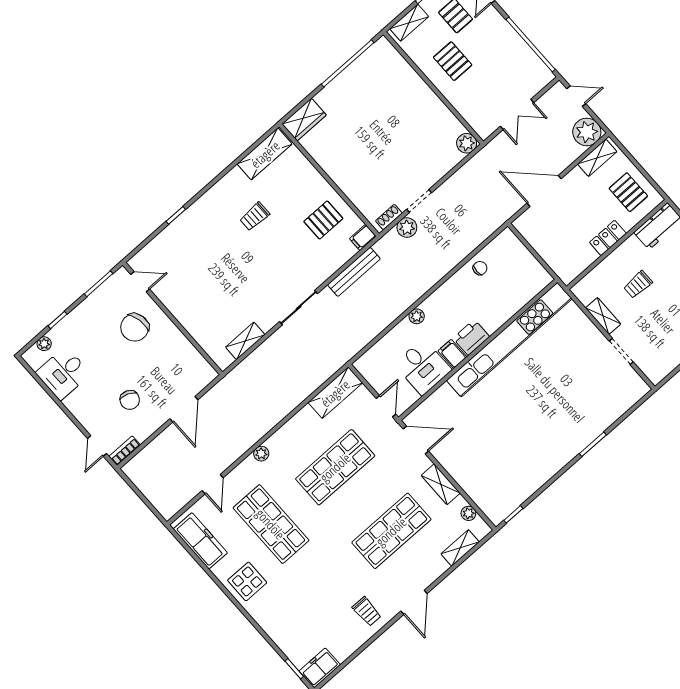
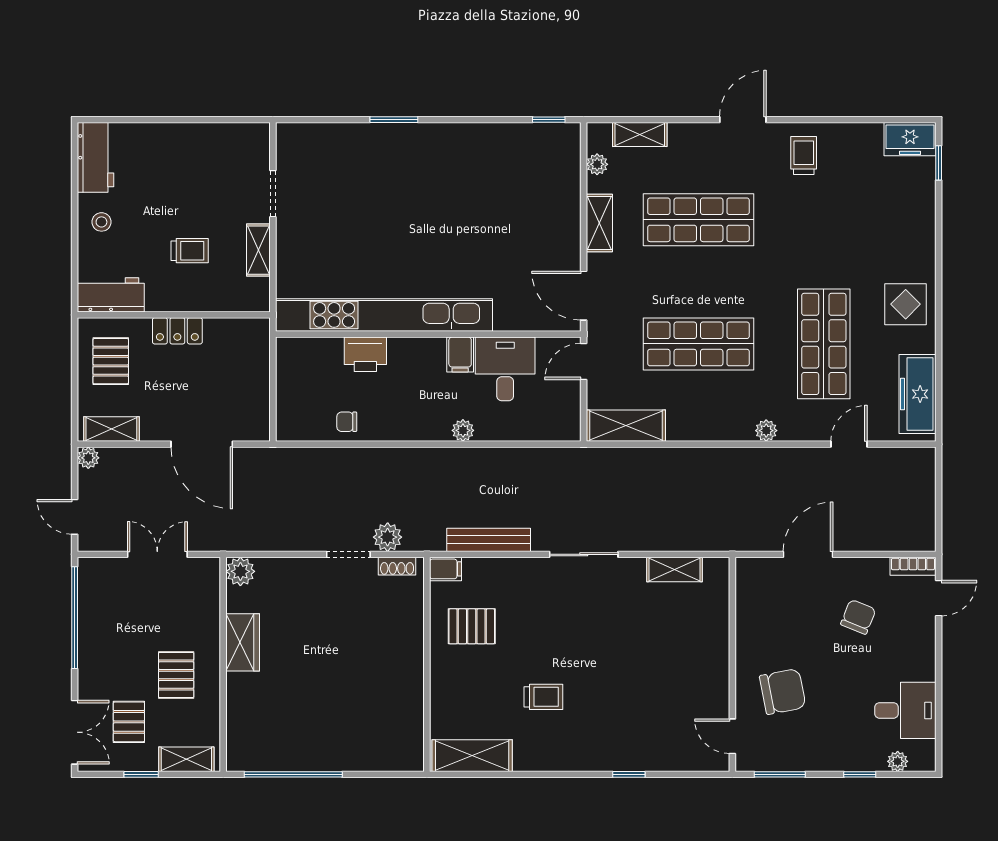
wardrobe: (304, 119) -> (243, 642), moved, turned 90
plant: (587, 132) -> (88, 458), width x0.53, depth x0.53
printer: (471, 337) -> (365, 354), moved

